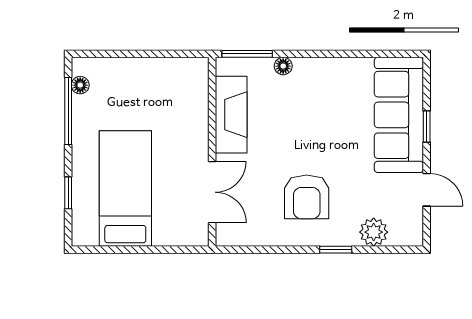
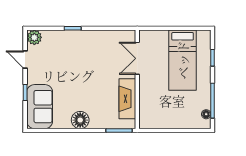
floor lamp: (283, 66) -> (80, 120), moved, width x1.89, depth x1.89
sofa: (399, 115) -> (40, 107), width x0.73
armchair: (307, 197) -> (88, 56), removed
plant: (374, 232) -> (34, 37), moved

